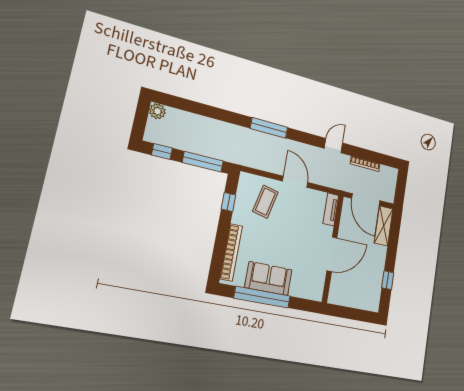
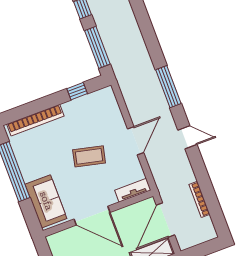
door: (333, 146) -> (187, 137), moved
coffee table: (265, 202) -> (89, 156), moved
sofa: (268, 279) -> (46, 201), moved

